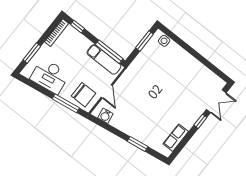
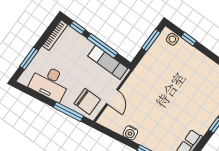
window: (179, 41) -> (189, 39), added
window: (109, 52) -> (102, 46), moved
water cooler: (105, 116) -> (130, 133), moved

